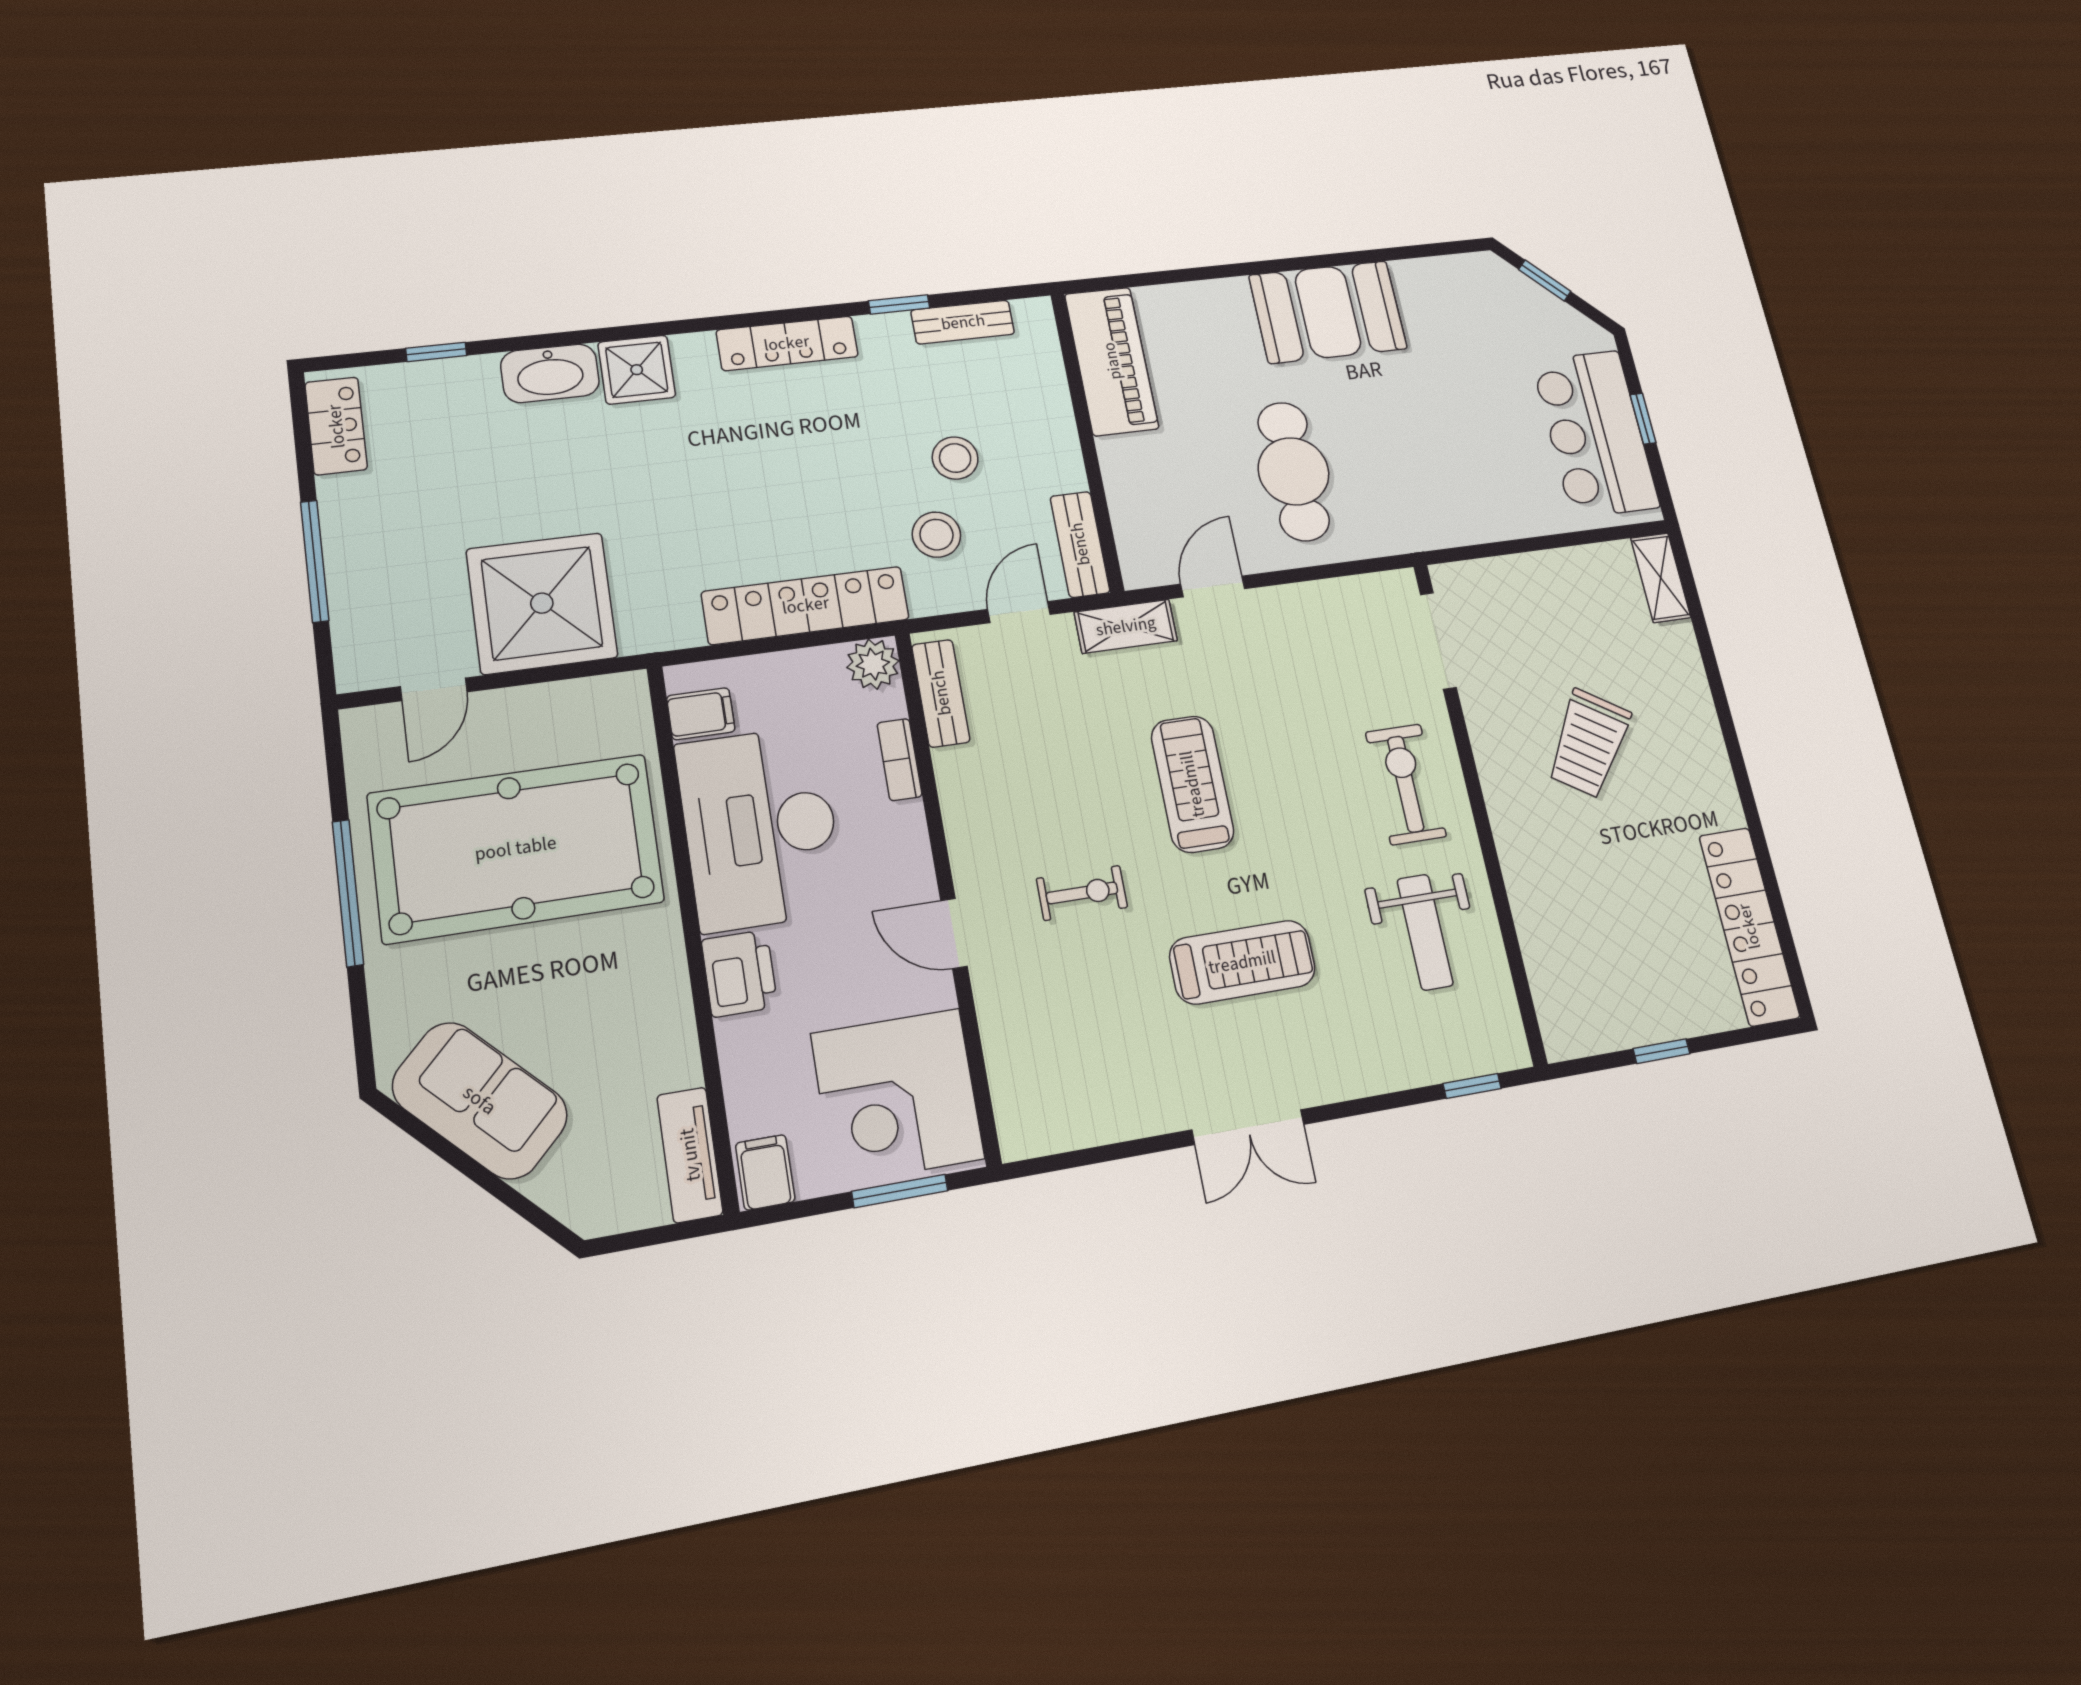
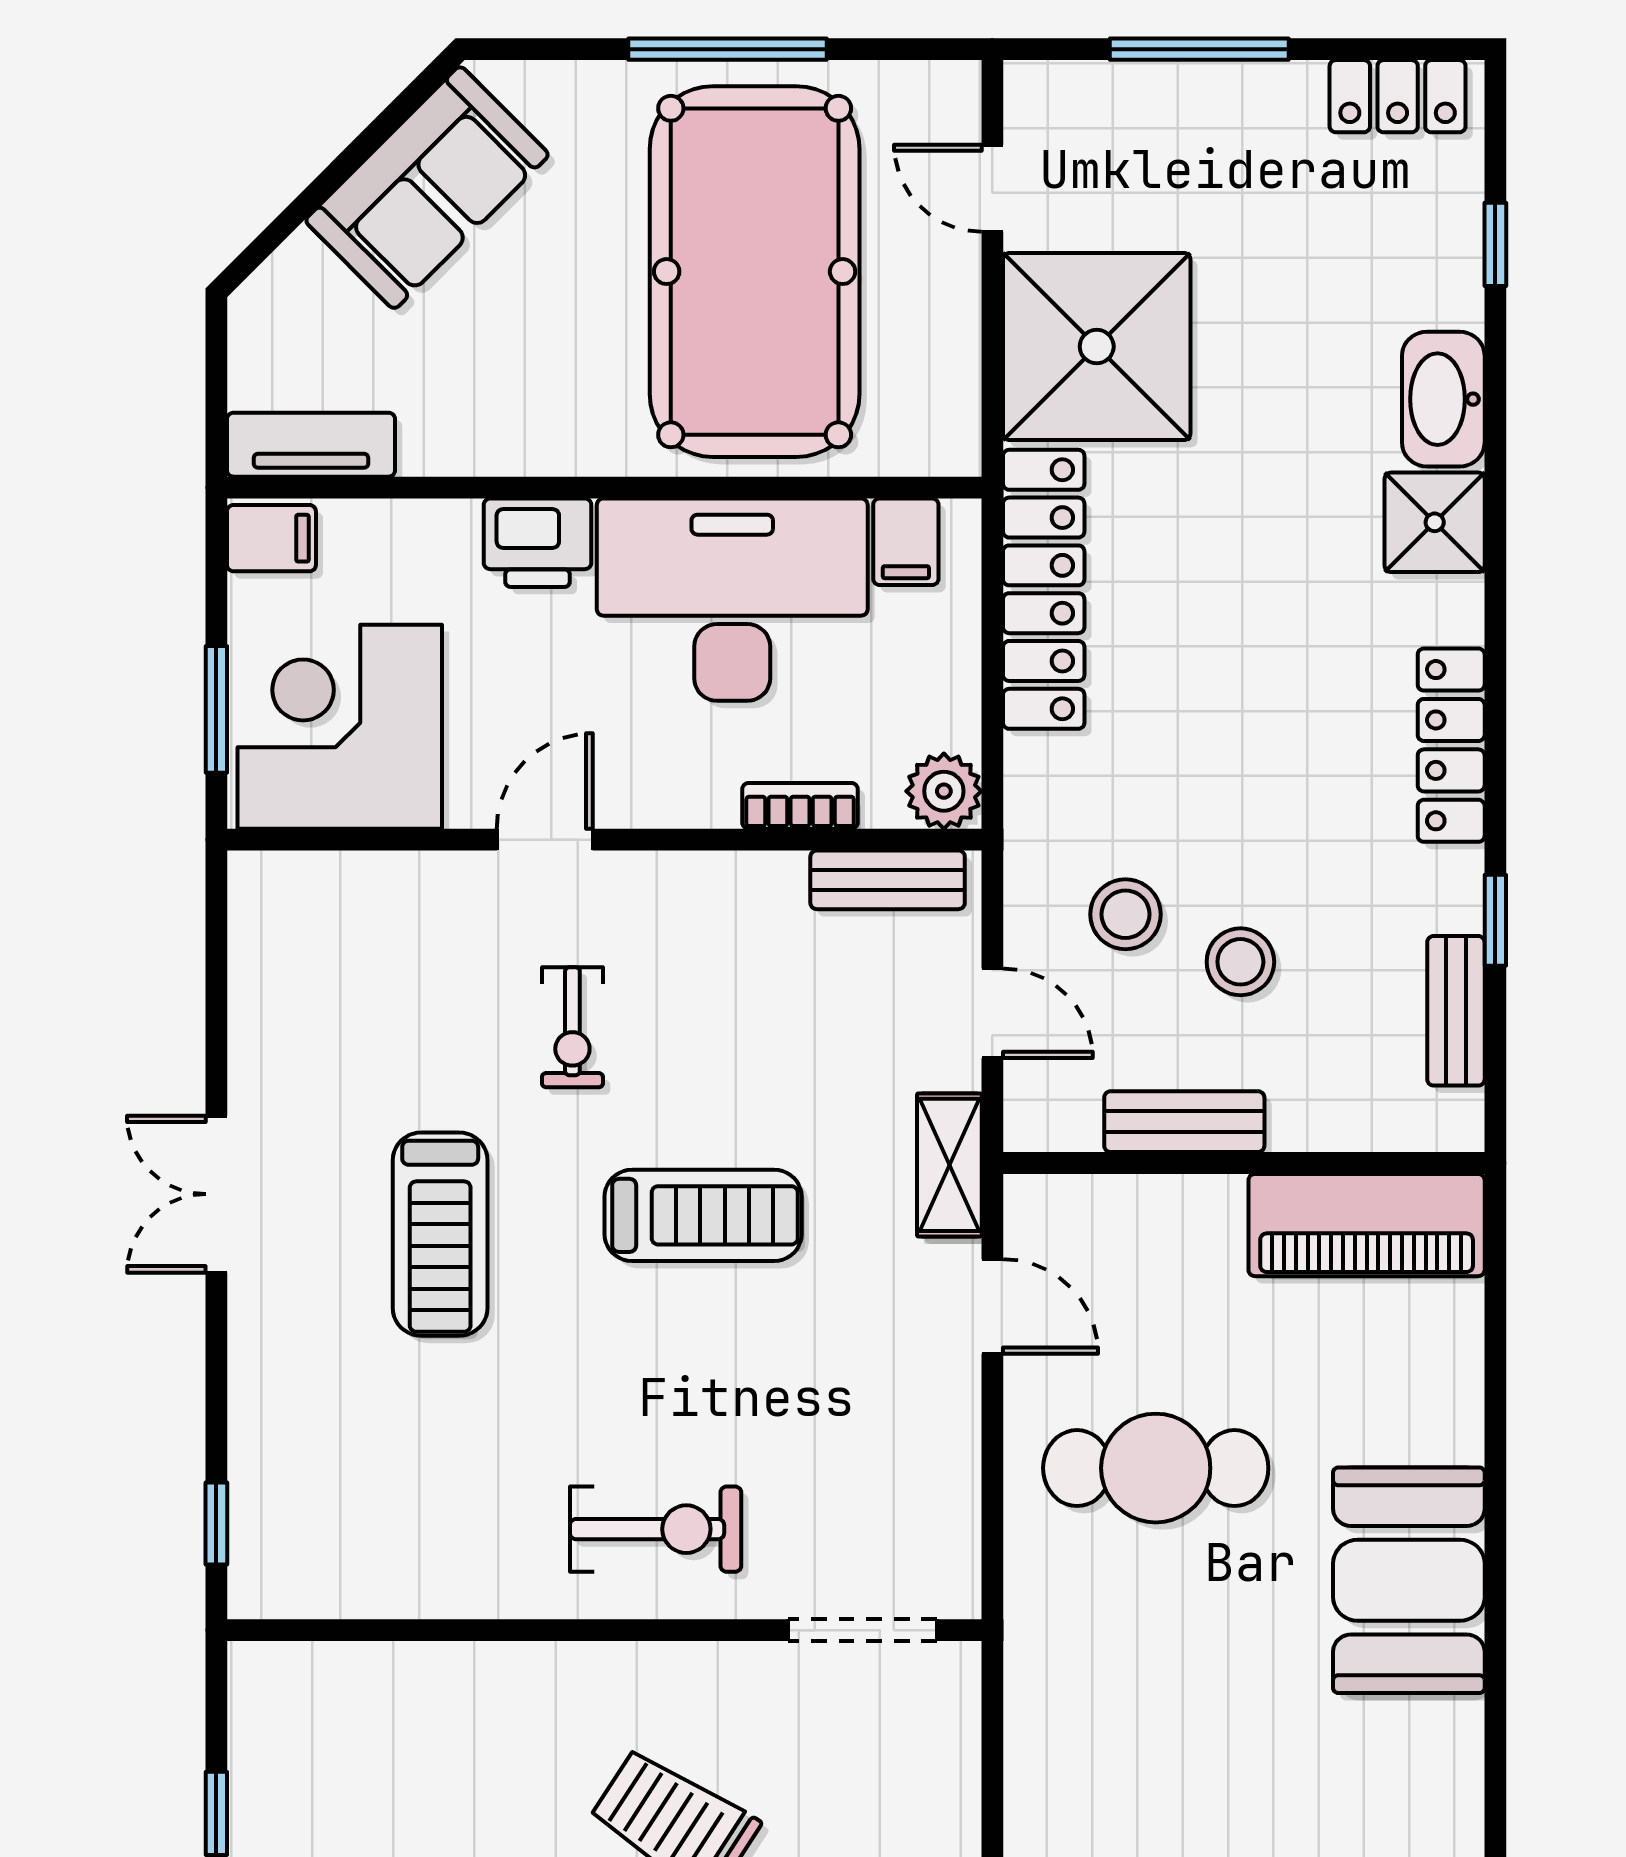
bench: (1080, 544) -> (1184, 1122), moved
locker: (806, 605) -> (1044, 589), moved
weight bench: (1425, 932) -> (439, 1507), removed

